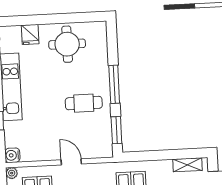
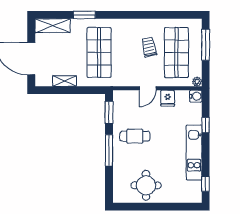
fridge: (30, 34) -> (168, 98), moved, turned 180
door: (71, 162) -> (148, 88), hinge flipped
shelving: (188, 165) -> (65, 81), moved

